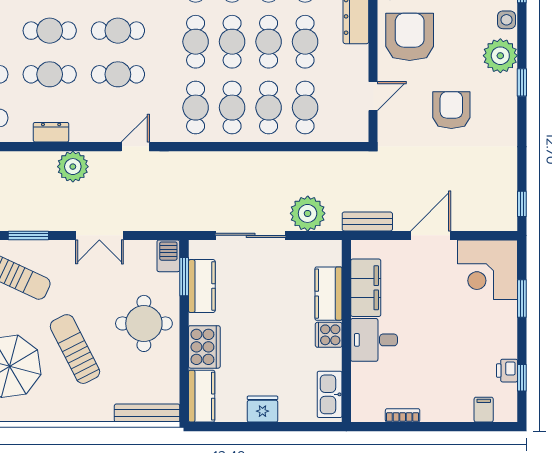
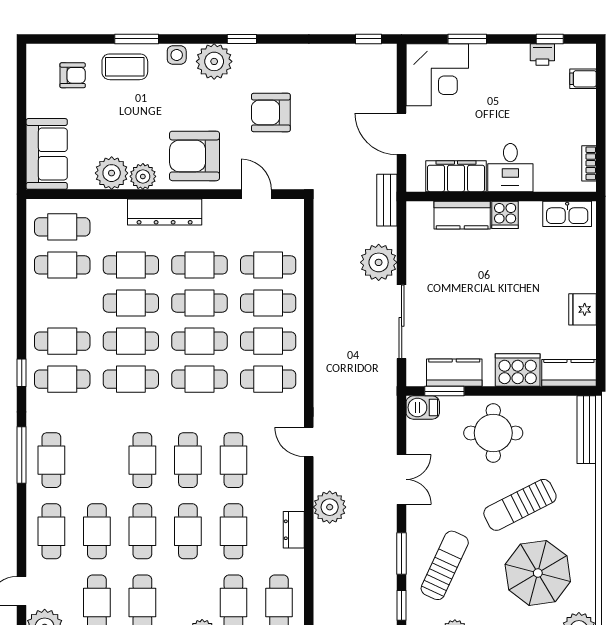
filing cabinet: (366, 288) -> (456, 176), moved
kitchen counter: (328, 294) -> (462, 215), moved
wall: (346, 331) -> (501, 196), moved
cooker: (329, 335) -> (505, 215), moved
desk: (374, 340) -> (510, 168), moved
kitchen sink: (330, 394) -> (567, 214), moved

